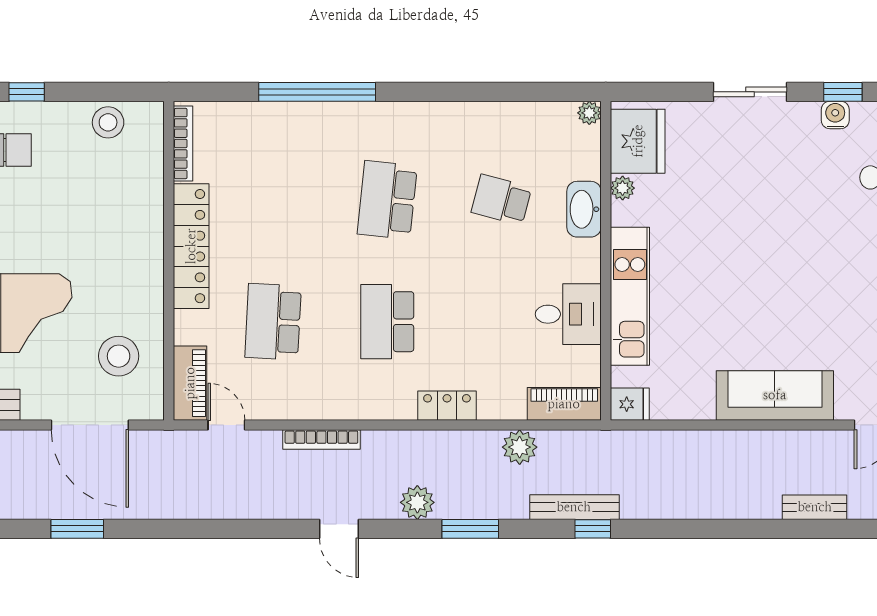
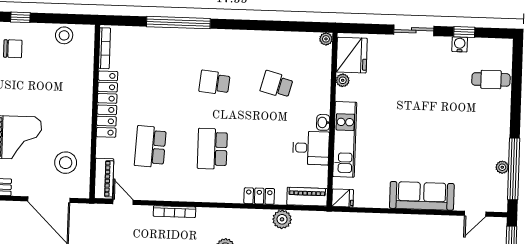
school desk: (387, 200) -> (215, 83), width x0.54
washbasin: (584, 209) -> (323, 122), moved, width x0.52, depth x0.69
locker: (447, 406) -> (259, 196), moved

